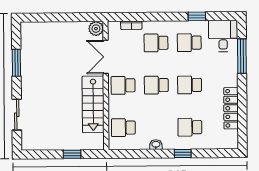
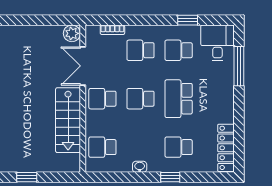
school desk: (190, 85) -> (179, 99), width x1.85
locker: (231, 108) -> (226, 148), moved
window: (72, 154) -> (27, 177), moved

